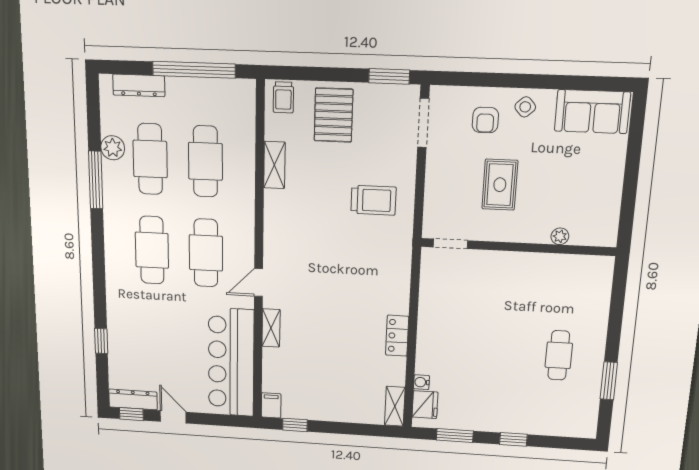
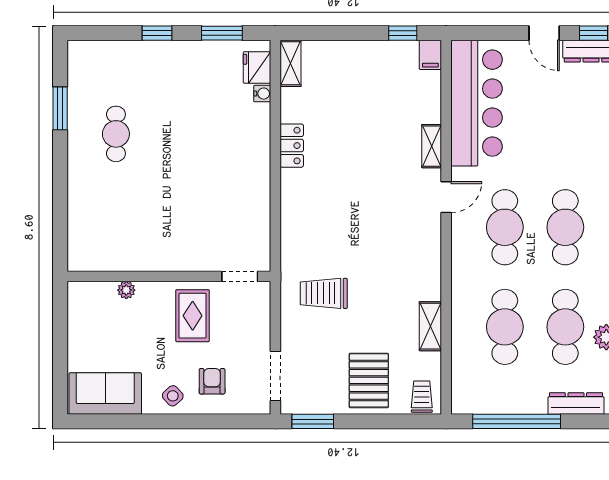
plant: (560, 236) -> (126, 290), moved
doorway: (450, 244) -> (240, 276), moved
wall: (518, 247) -> (169, 276), moved

